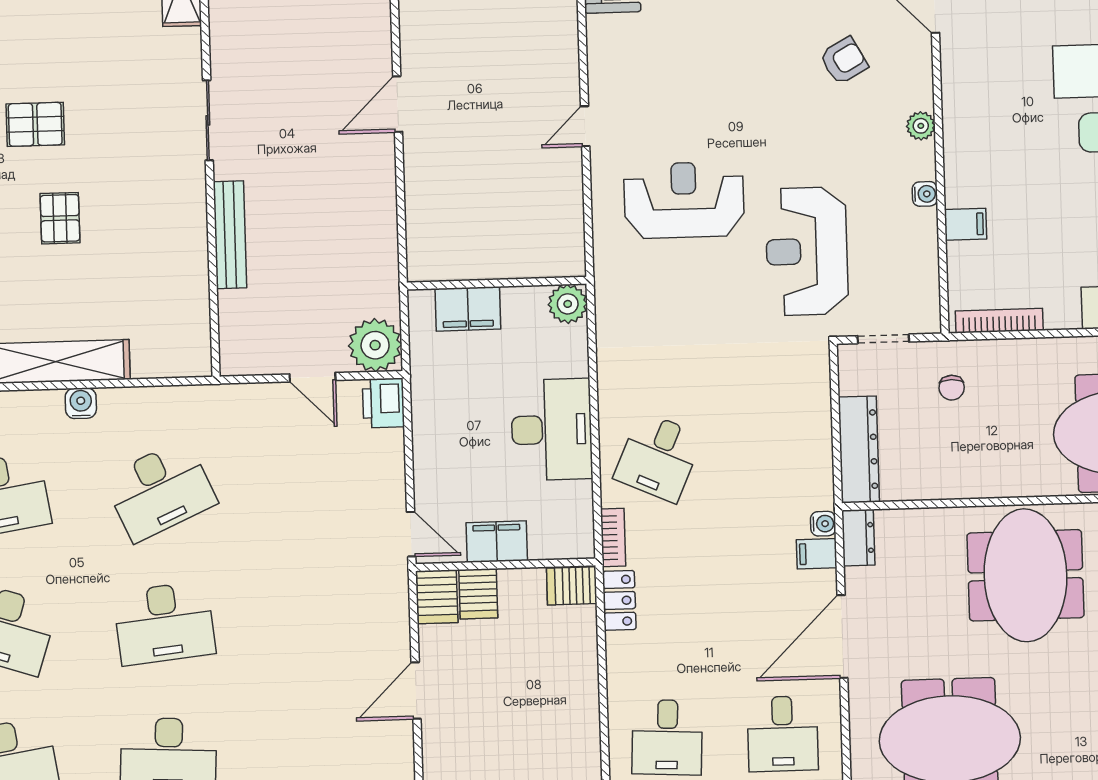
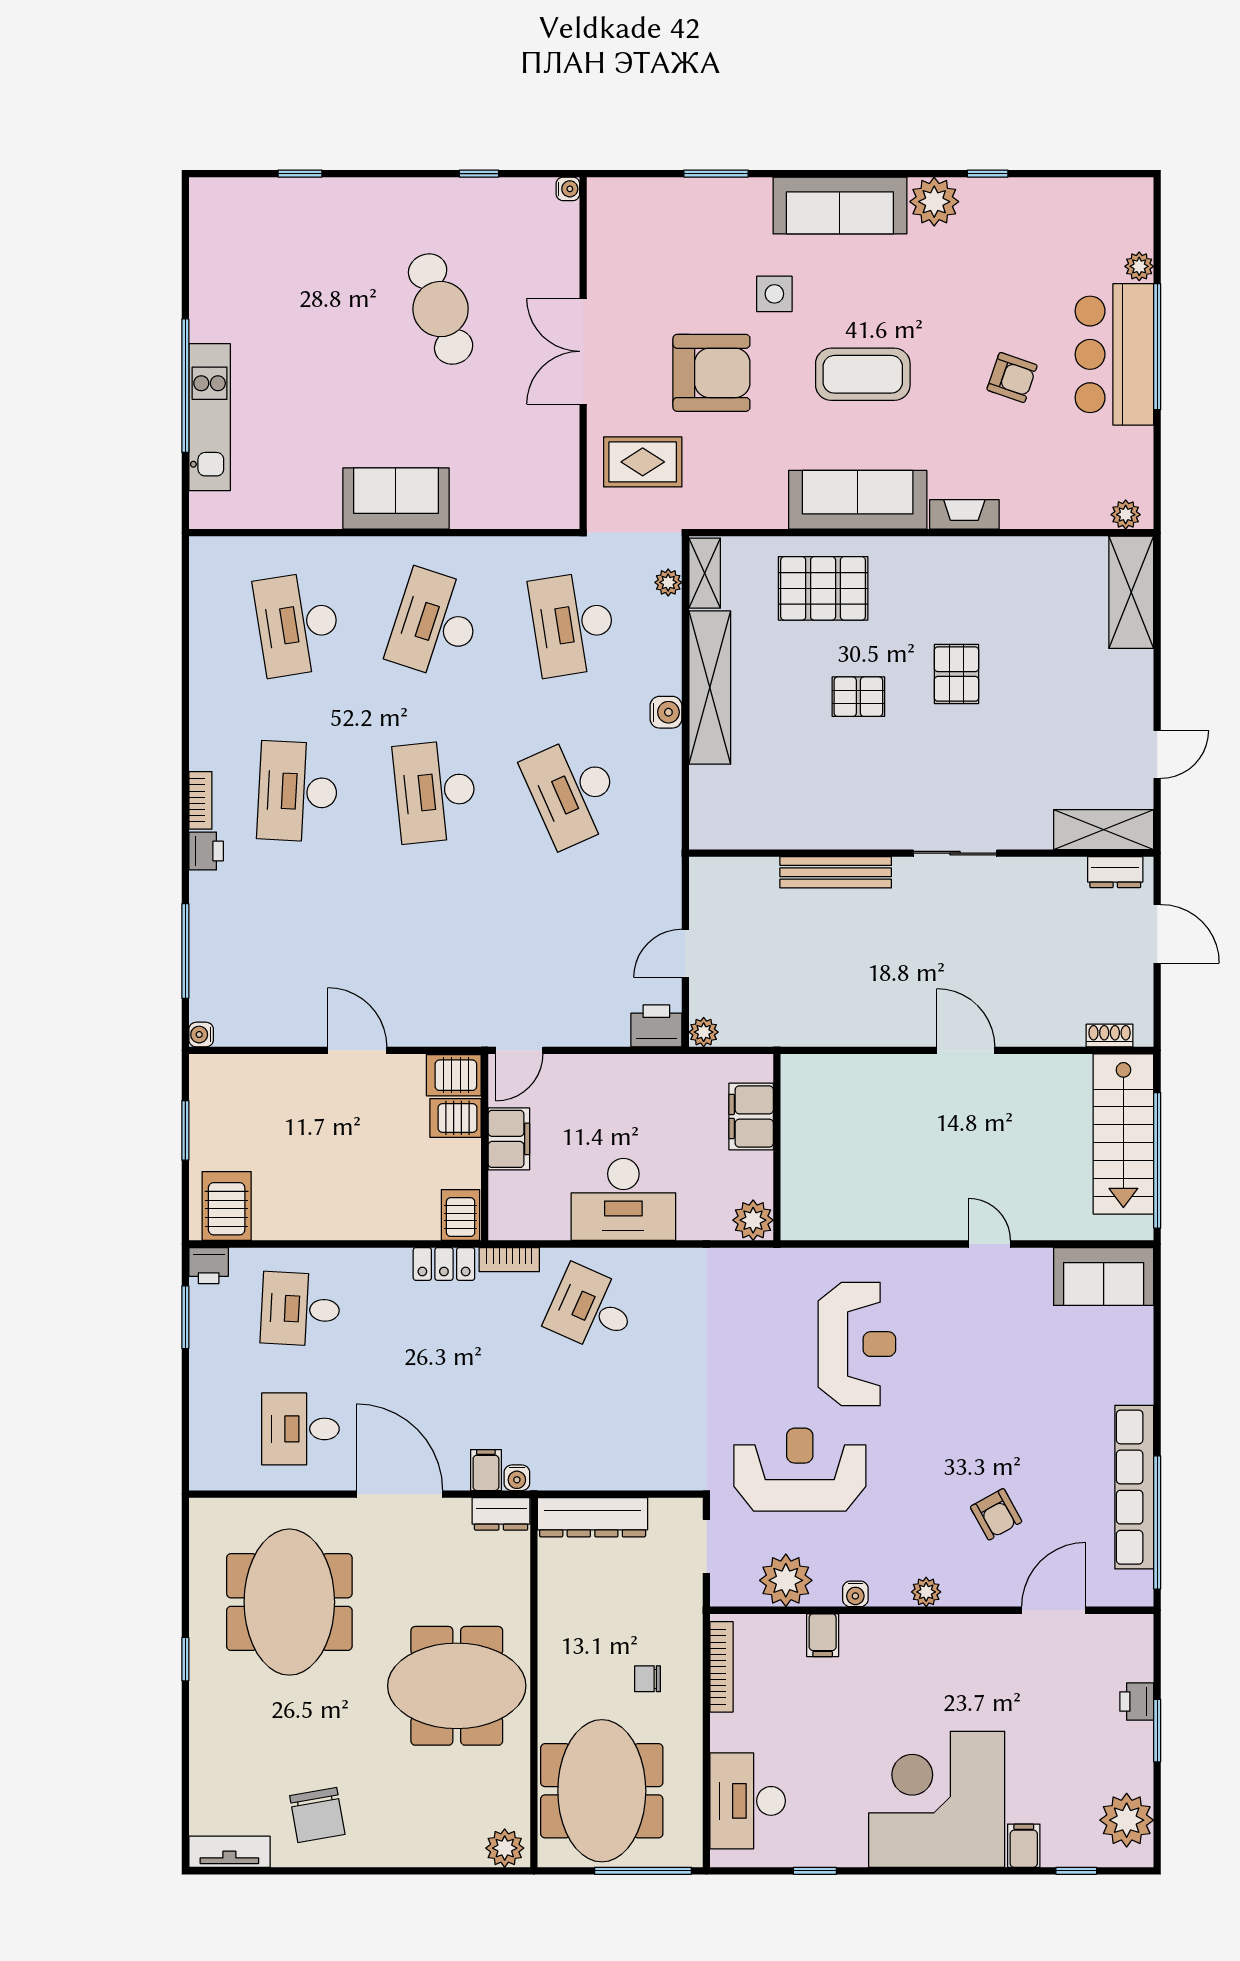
door: (585, 126) -> (989, 1244), moved
plant: (914, 261) -> (786, 1580), added
plant: (375, 345) -> (704, 1032), width x0.53, depth x0.53
chair: (952, 388) -> (648, 1679), moved

